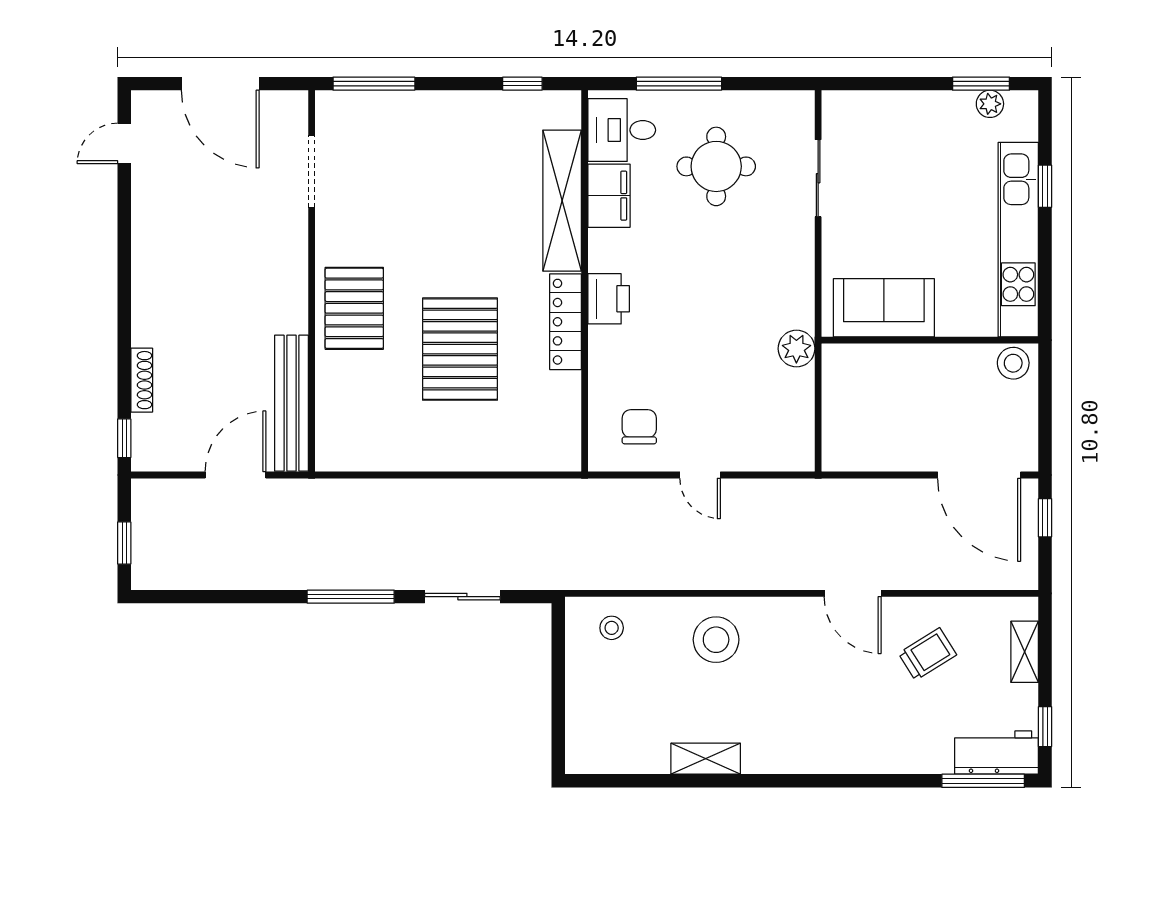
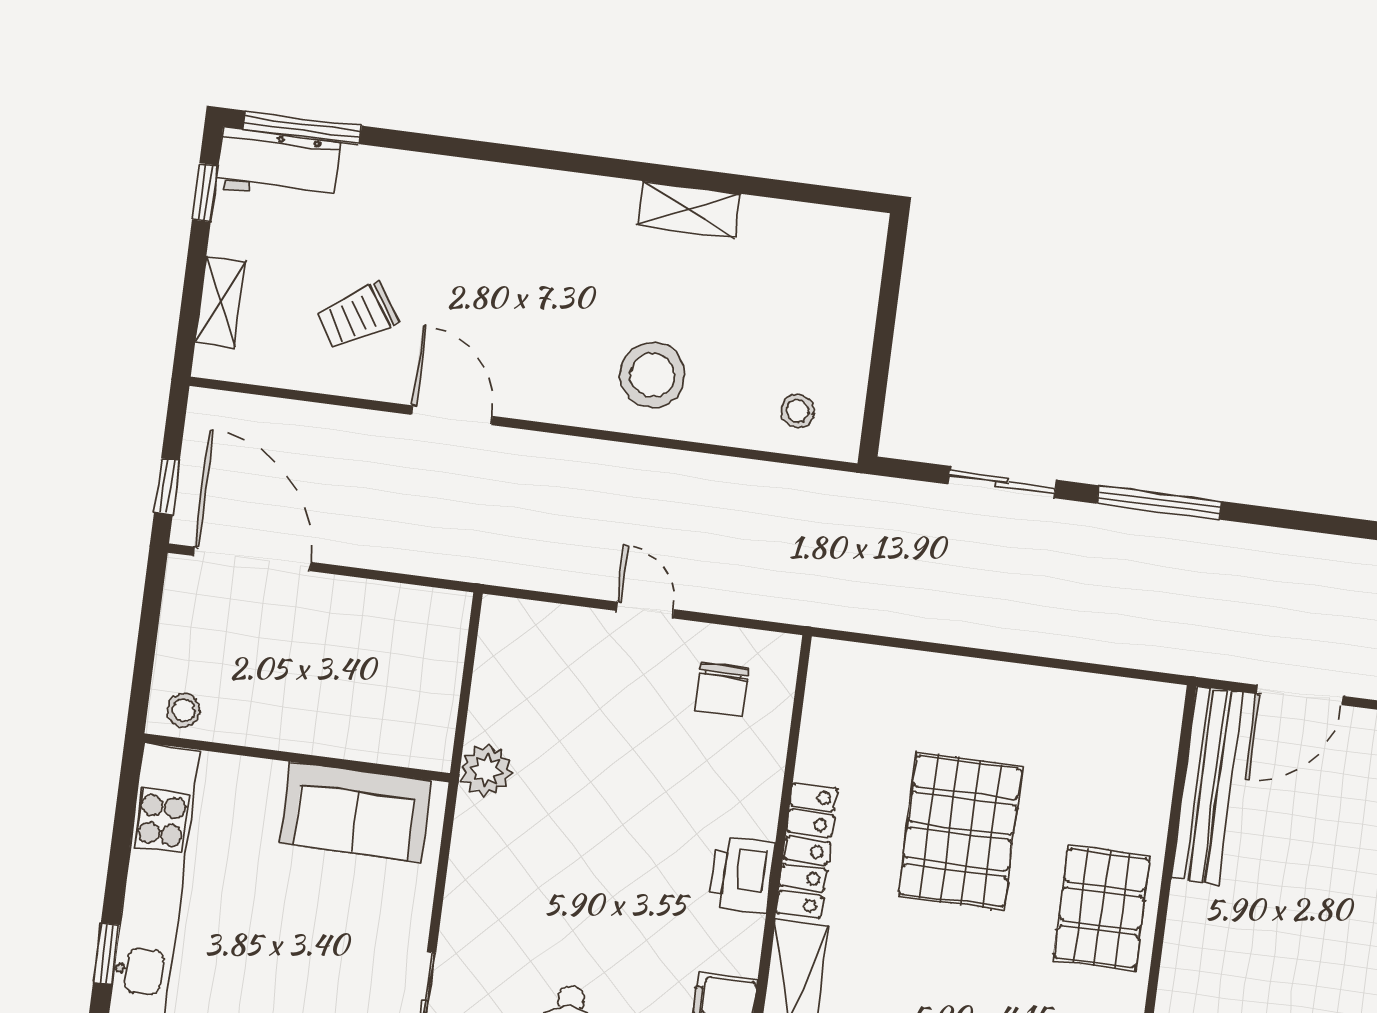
stool: (1013, 363) -> (184, 710), width x0.73, depth x0.73

